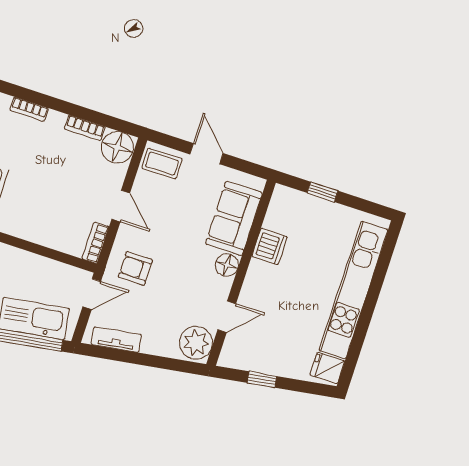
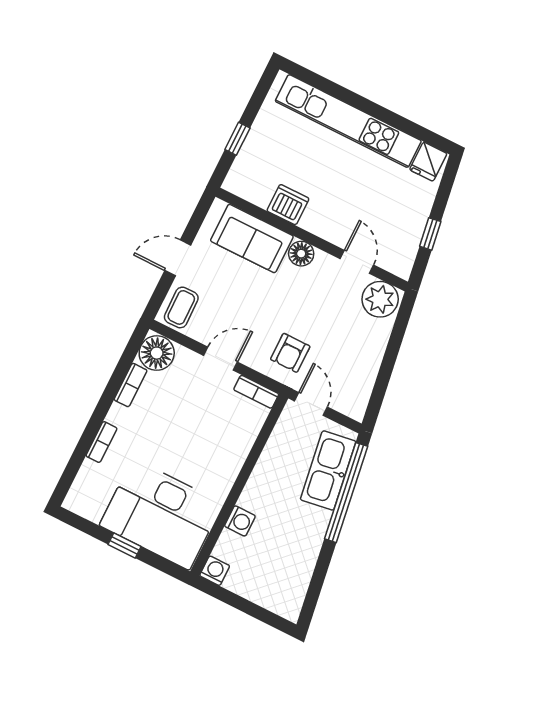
tv unit: (116, 340) -> (364, 385), removed

